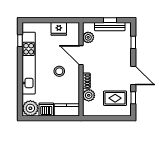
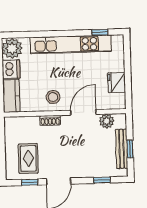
stool: (59, 71) -> (53, 97), moved
plant: (89, 95) -> (31, 124), removed

